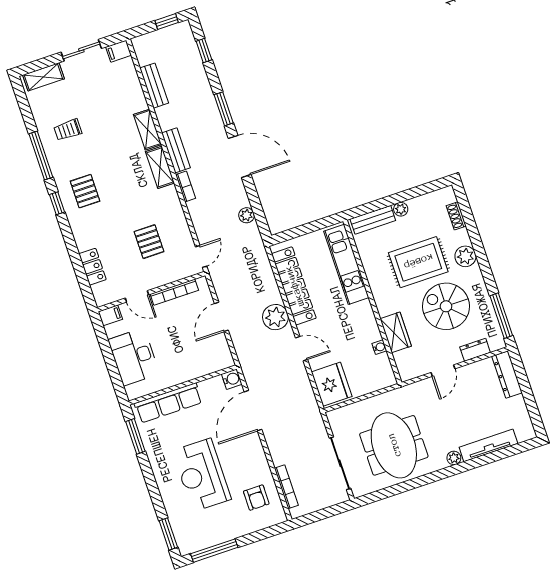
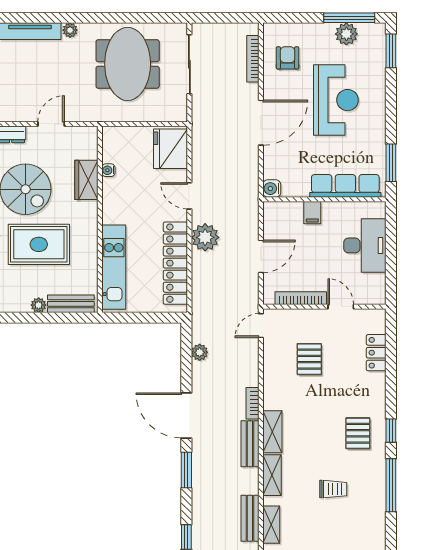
shelving: (134, 86) -> (271, 525), added
trolley: (68, 130) -> (333, 489), moved
filing cabinet: (110, 315) -> (312, 213), moved, turned -90
door: (253, 411) -> (261, 123), moved
plant: (212, 536) -> (346, 34), added

